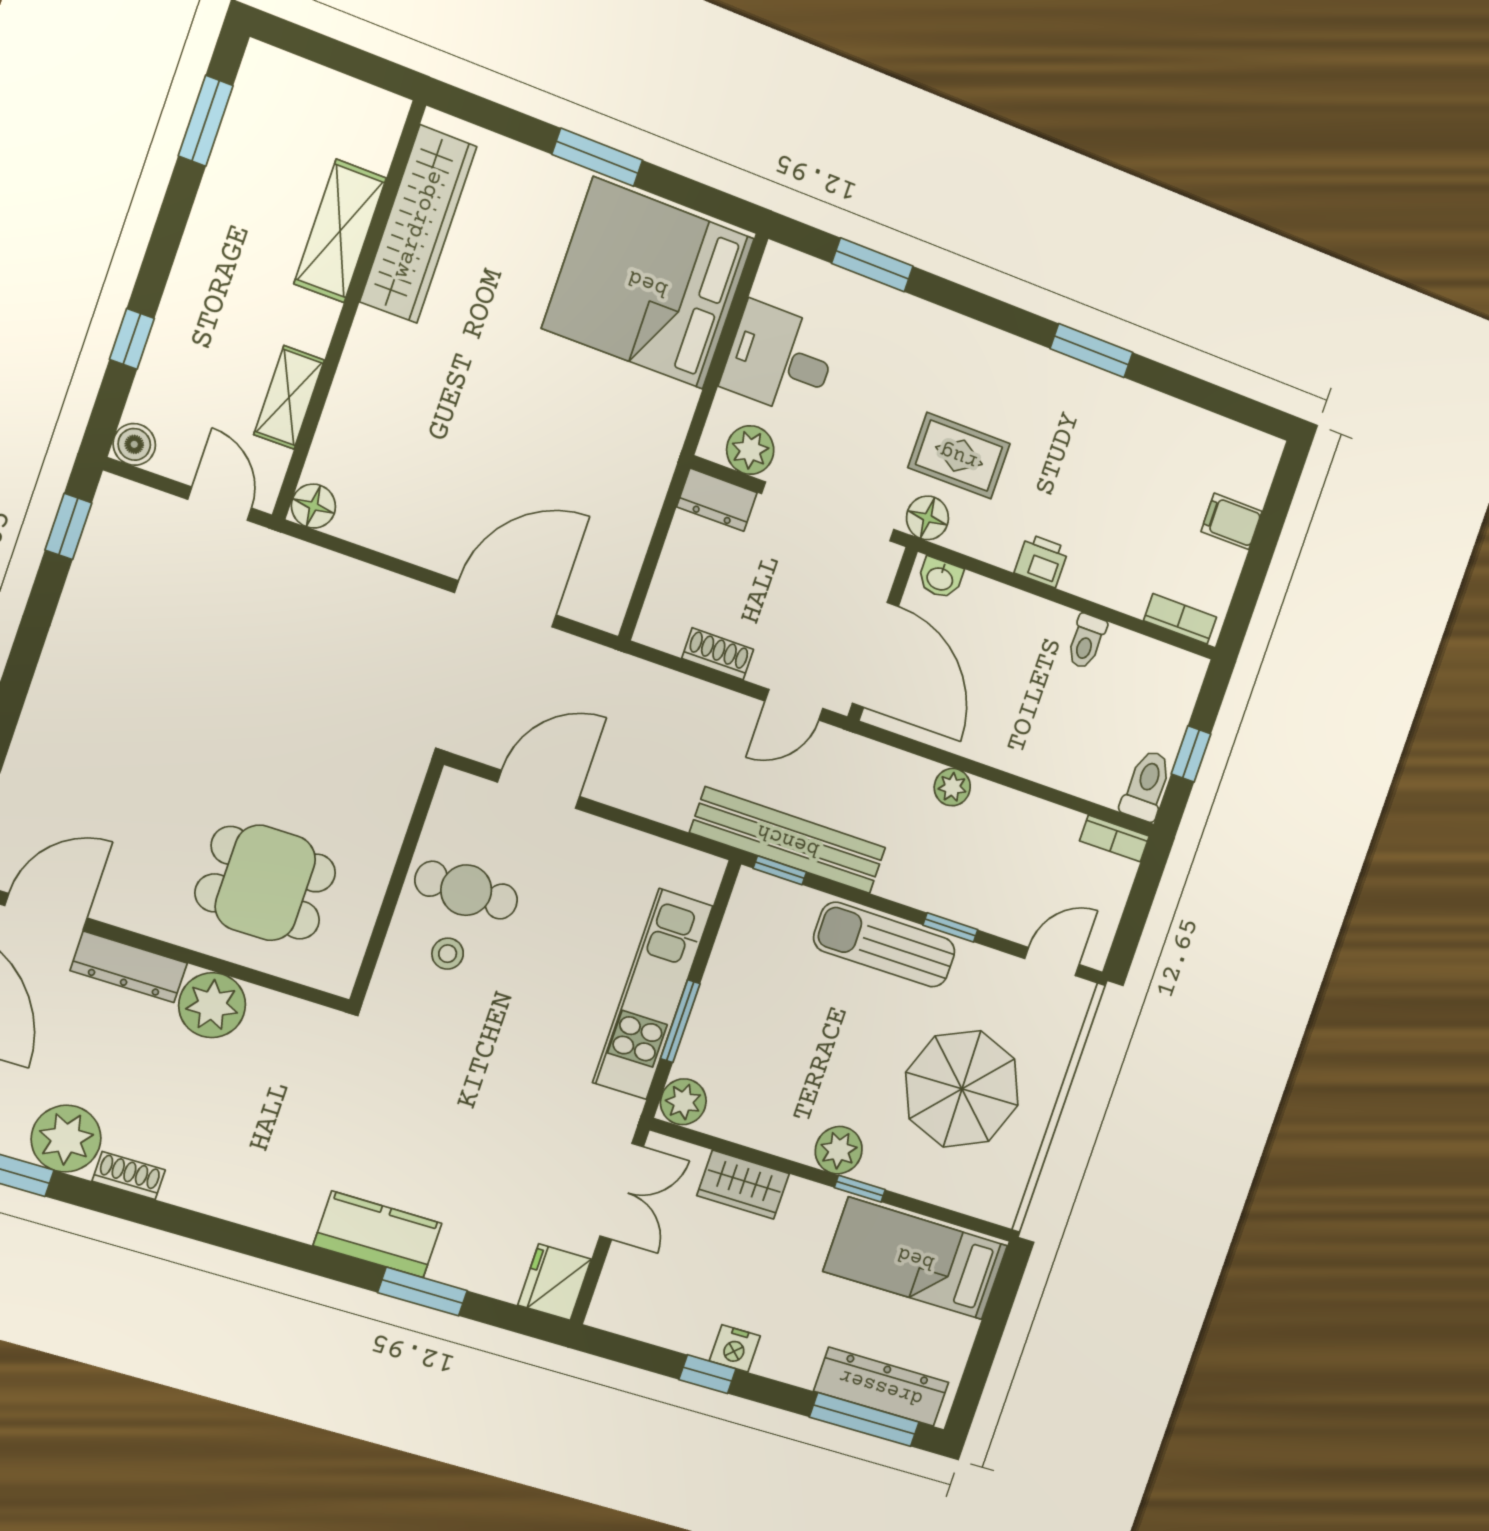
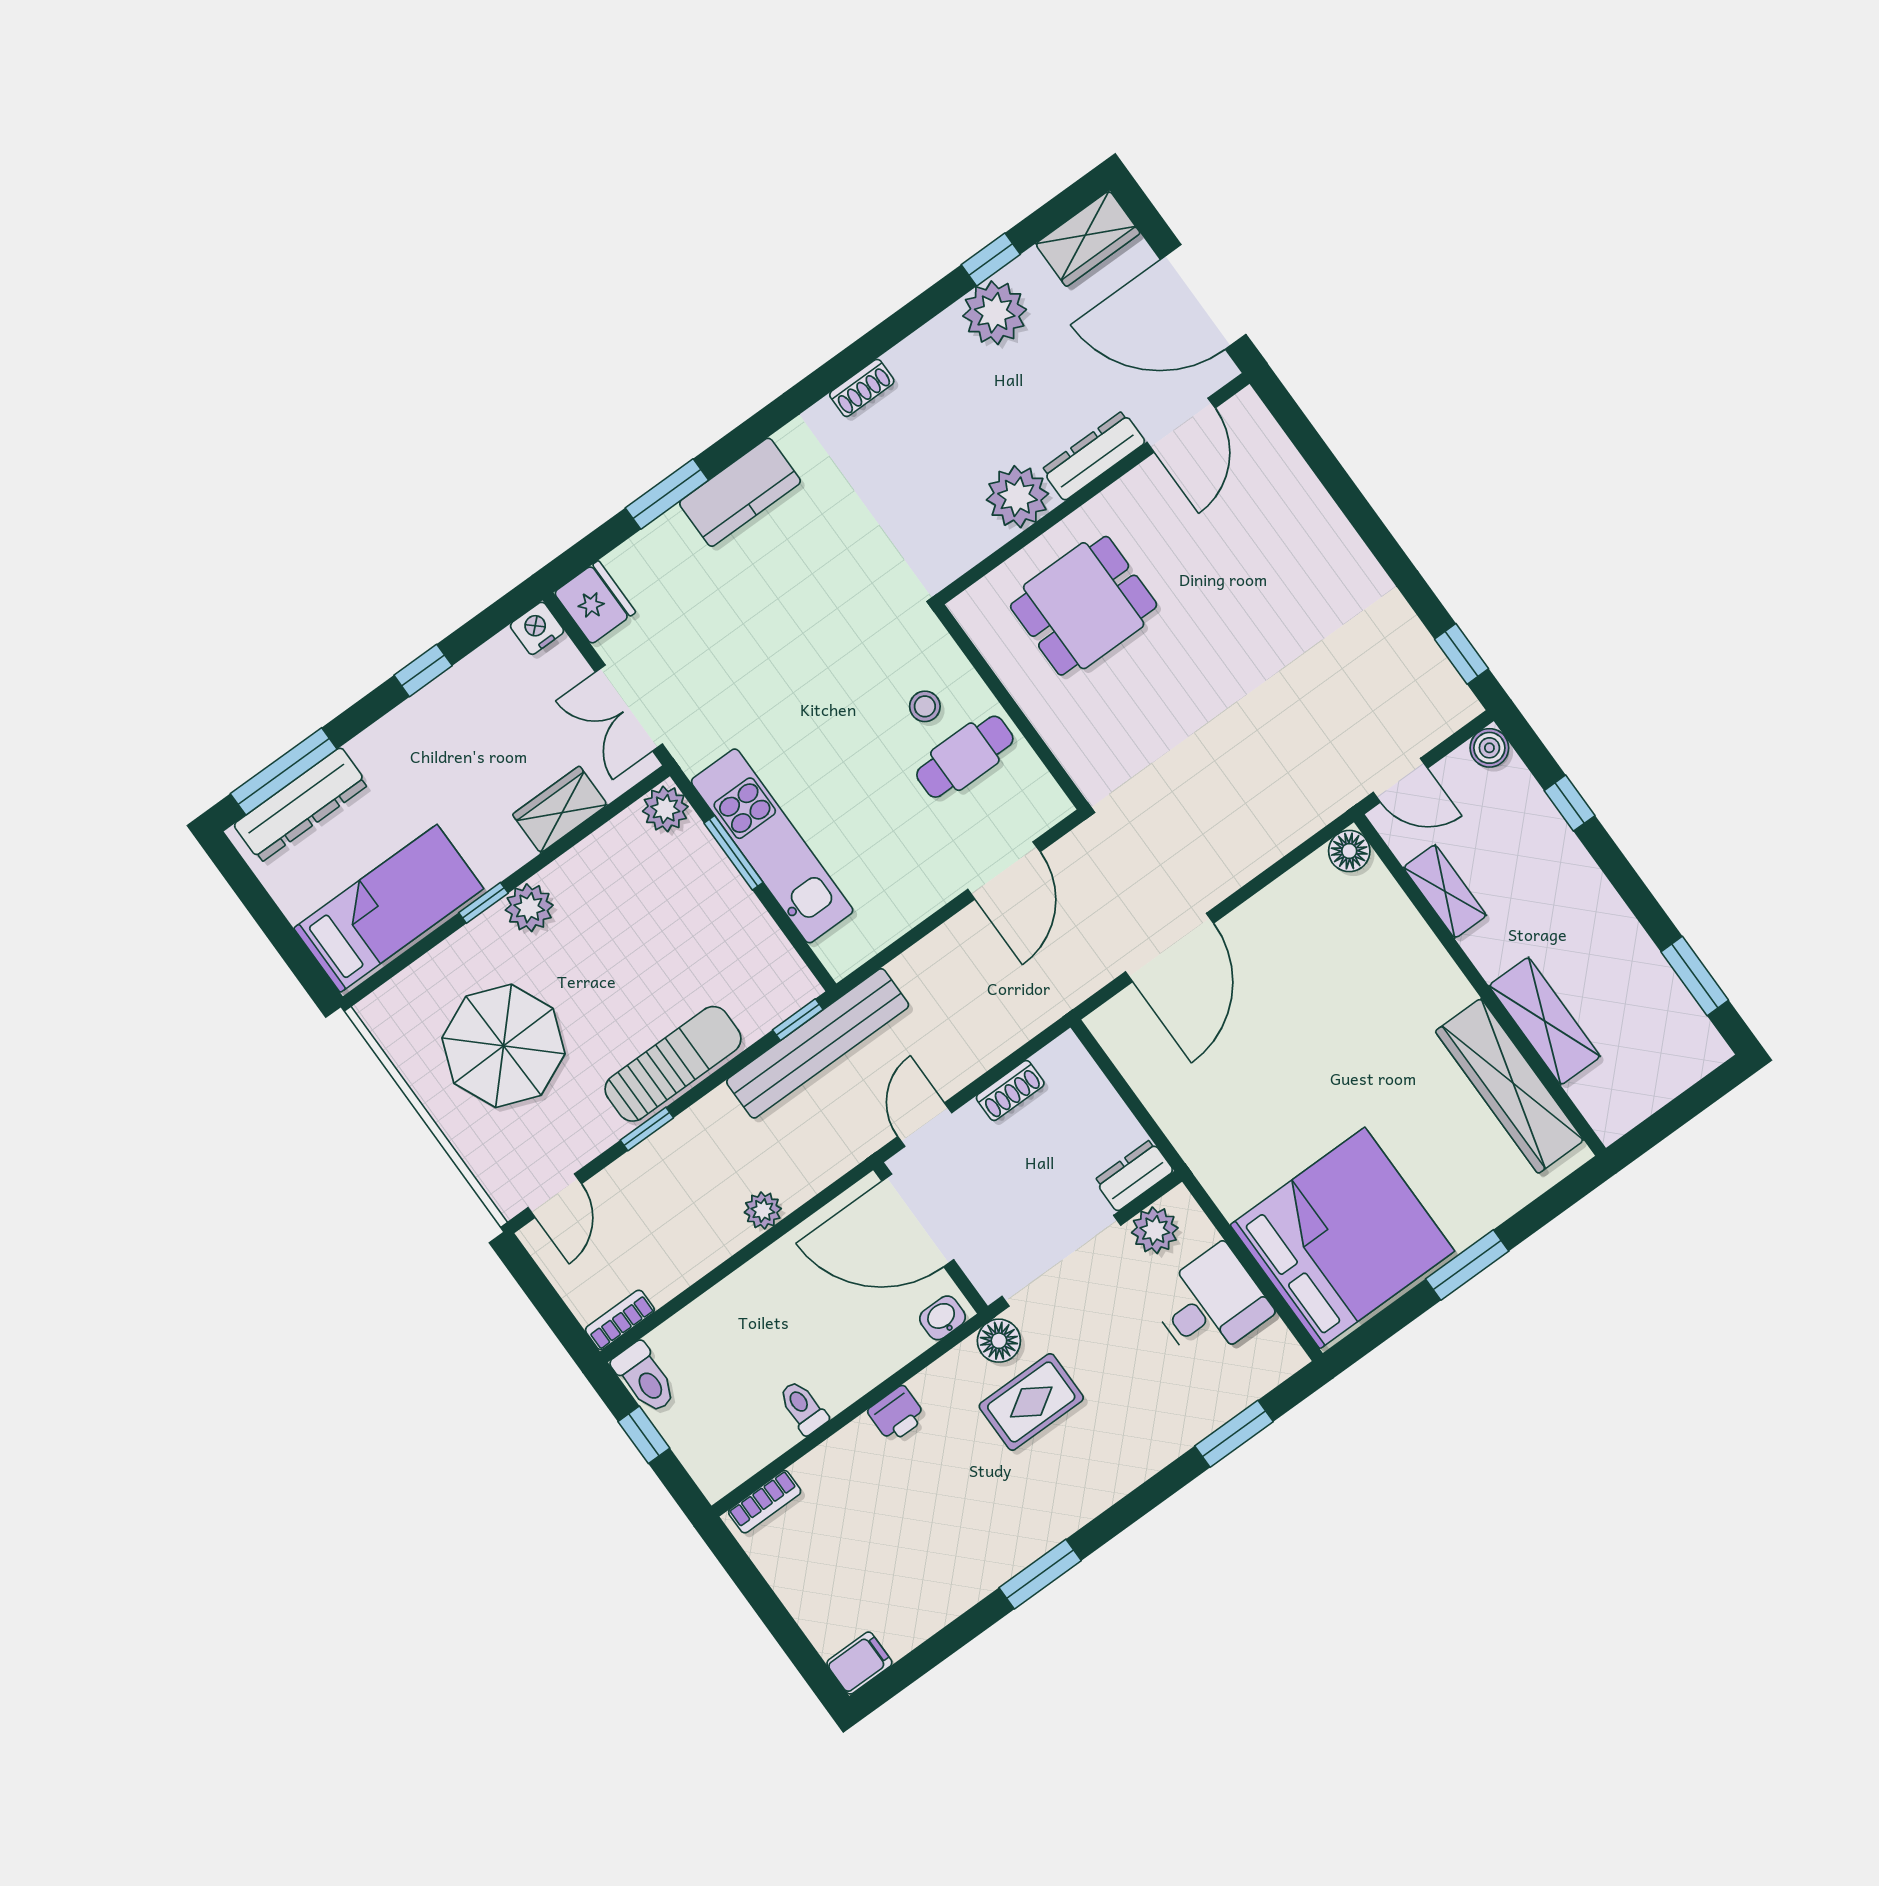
filing cabinet: (1232, 521) -> (859, 1663), moved
shoe rack: (129, 1176) -> (862, 388), moved
nightstand: (735, 1348) -> (537, 628), moved

